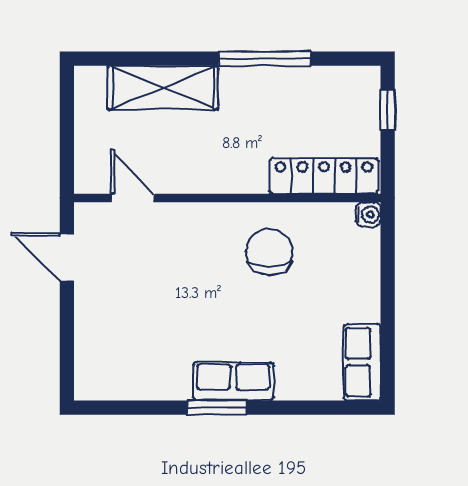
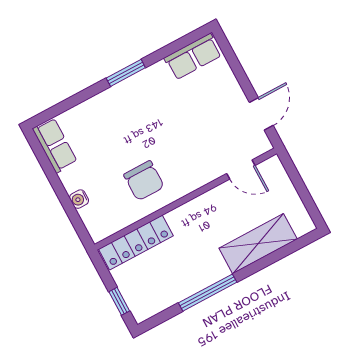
water cooler: (368, 215) -> (79, 199), moved
door: (67, 257) -> (261, 114), hinge flipped
row of seats: (233, 381) -> (193, 57), moved

